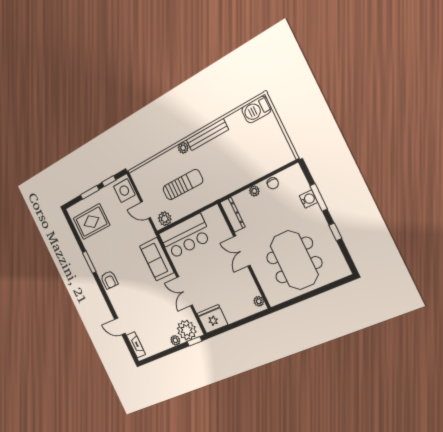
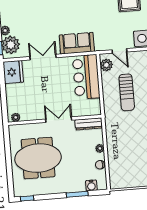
water cooler: (308, 199) -> (91, 186), moved
door: (146, 210) -> (119, 51), swing flipped
window: (335, 232) -> (27, 198), moved

